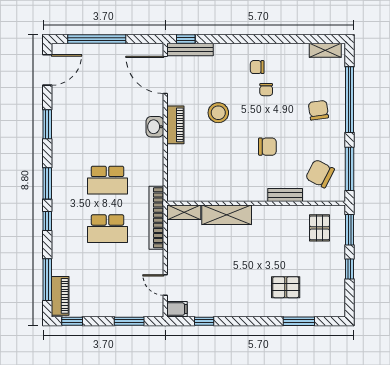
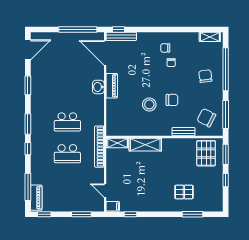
window: (97, 39) -> (78, 29), moved
stool: (218, 113) -> (149, 104), moved
pallet: (320, 228) -> (206, 153), width x1.50, depth x1.42

